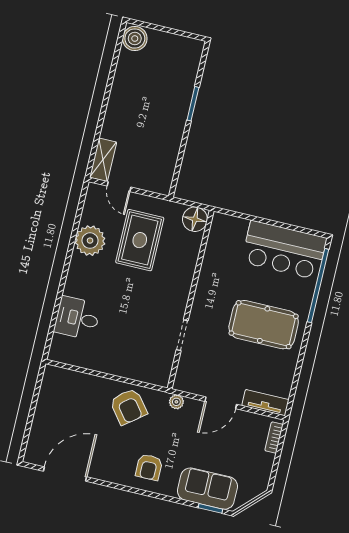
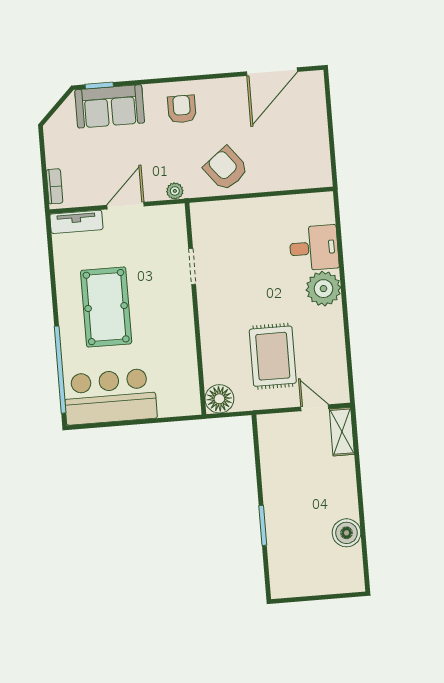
boiler: (135, 39) -> (347, 533), moved
plant: (90, 241) -> (323, 289), moved
pool table: (264, 325) -> (106, 307), turned 90

